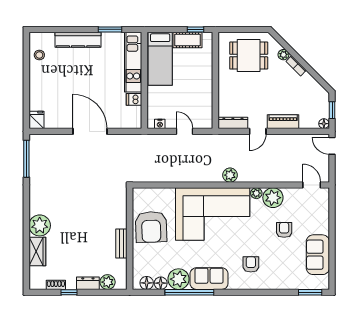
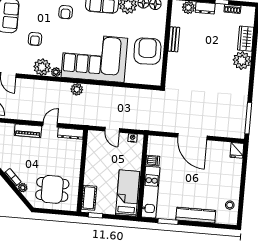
cot: (188, 40) -> (89, 198), moved, turned 90

